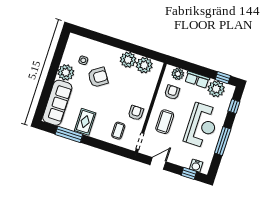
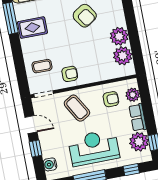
coffee table: (165, 122) -> (77, 108), turned 60
reception desk: (202, 126) -> (94, 148), turned 180
window: (189, 173) -> (36, 149), moved

